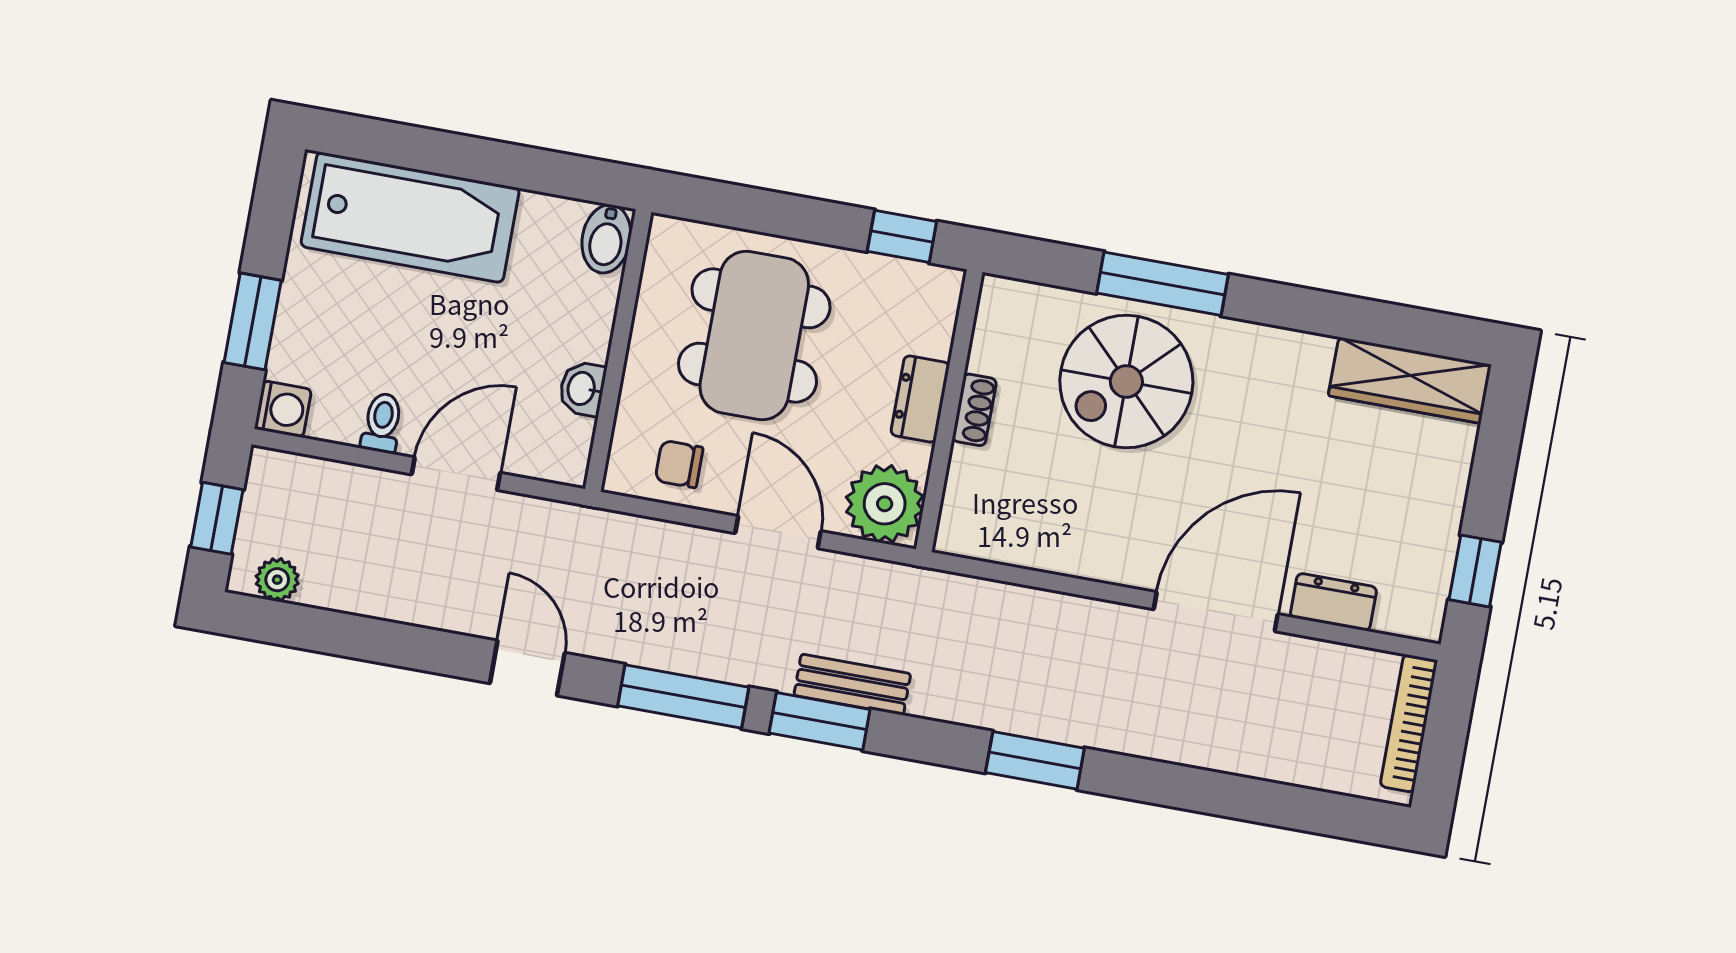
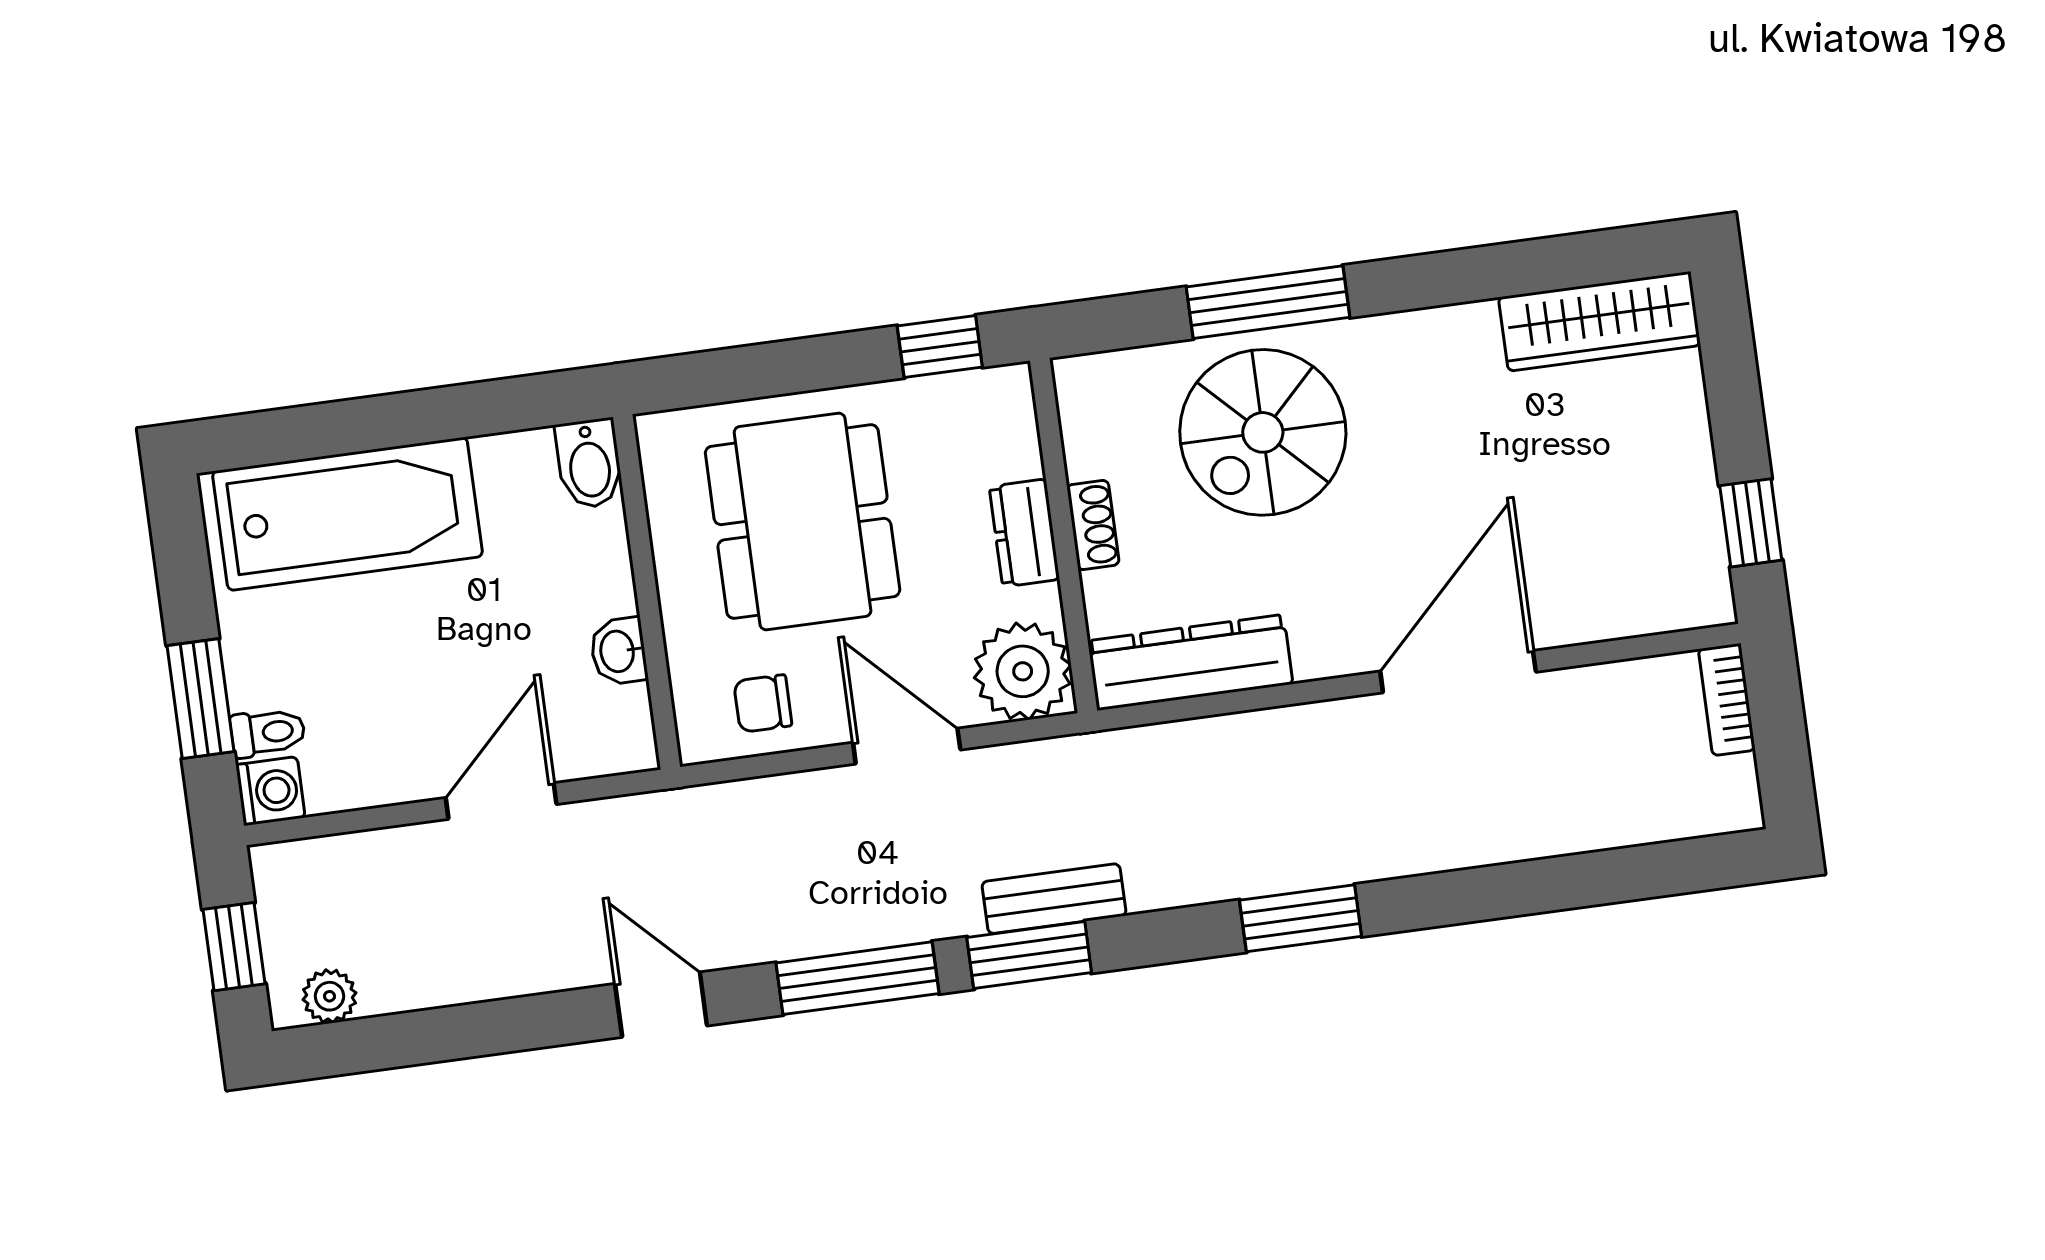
toilet: (382, 423) -> (268, 733), moved, turned 90
dresser: (1333, 602) -> (1190, 662), moved, width x1.96, depth x1.24
bookcase: (1409, 723) -> (1727, 700), width x0.64

